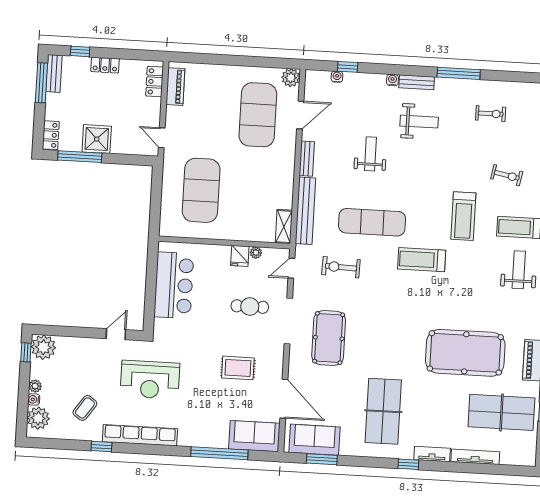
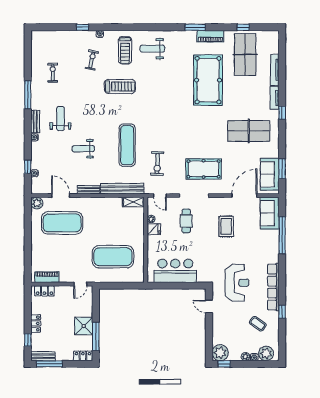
treadmill: (422, 260) -> (149, 112), removed

